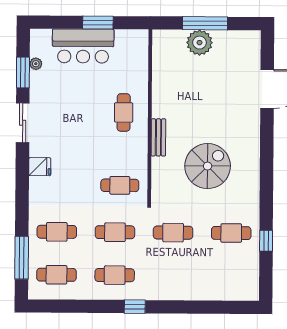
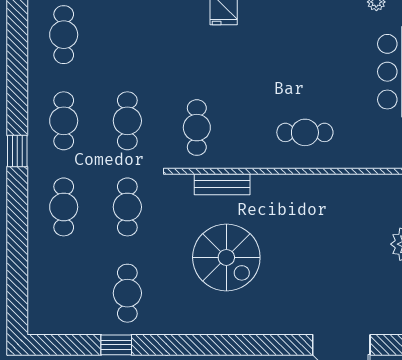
bench: (158, 137) -> (222, 184), moved
cafe table: (57, 232) -> (64, 207), moved

